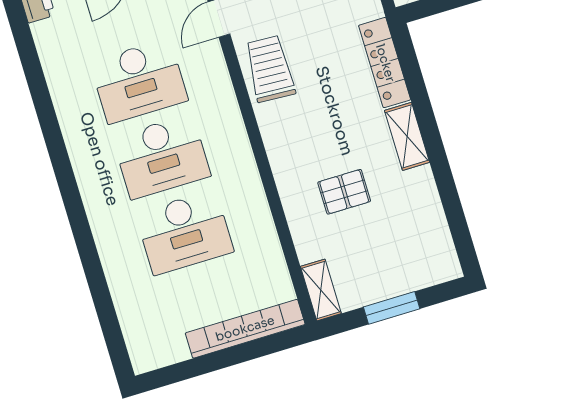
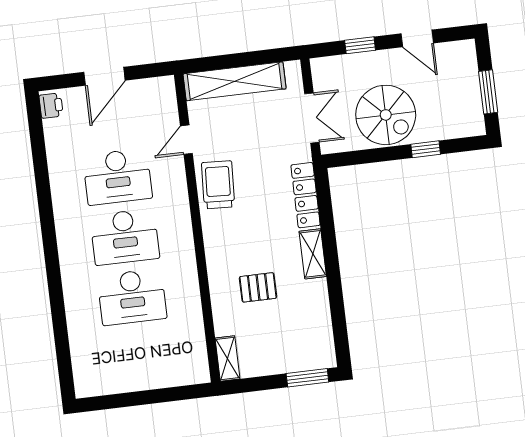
window: (392, 308) -> (307, 378), moved
bookcase: (245, 329) -> (165, 378), removed

